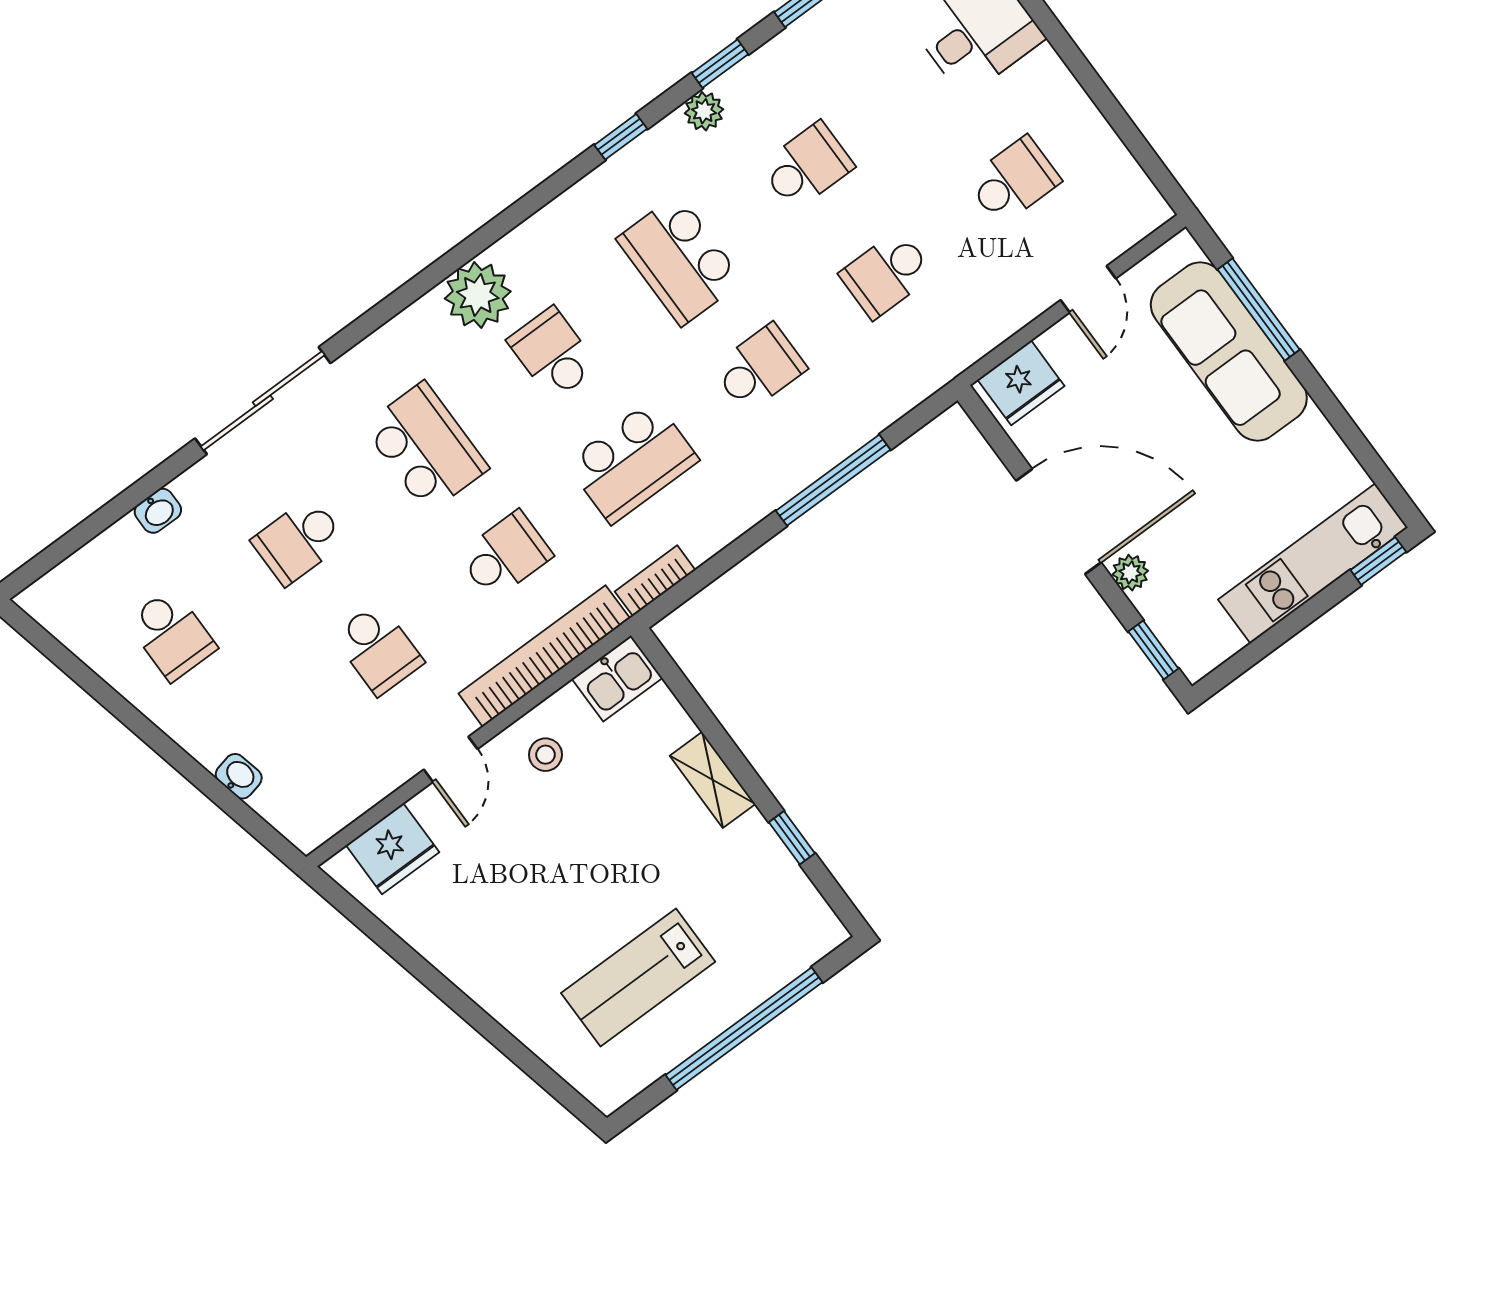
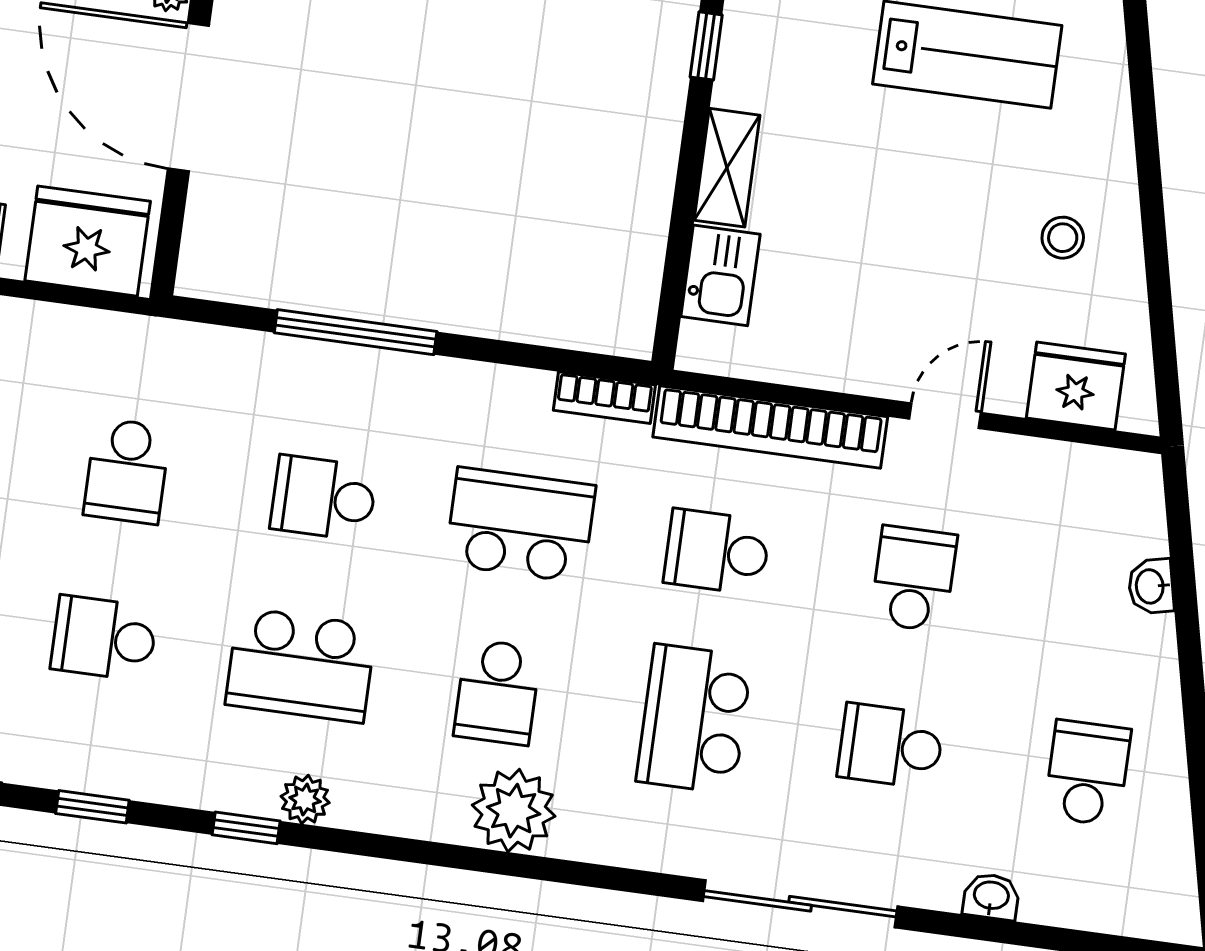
plant: (704, 111) -> (305, 799), moved
school desk: (680, 260) -> (301, 665), turned 90
school desk: (886, 274) -> (127, 471), turned 90
fridge: (1021, 383) -> (88, 241), width x1.36, depth x1.34
school desk: (299, 541) -> (891, 746), turned 180
kitchen sink: (617, 678) -> (720, 275), moved, turned 90
stool: (545, 755) -> (1063, 238), moved

